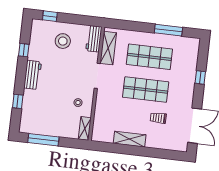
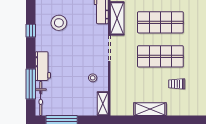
stool: (63, 41) -> (59, 23), moved
workbench: (33, 75) -> (43, 66), moved
window: (18, 101) -> (31, 84), width x2.17
bicycle: (26, 117) -> (41, 98), added

